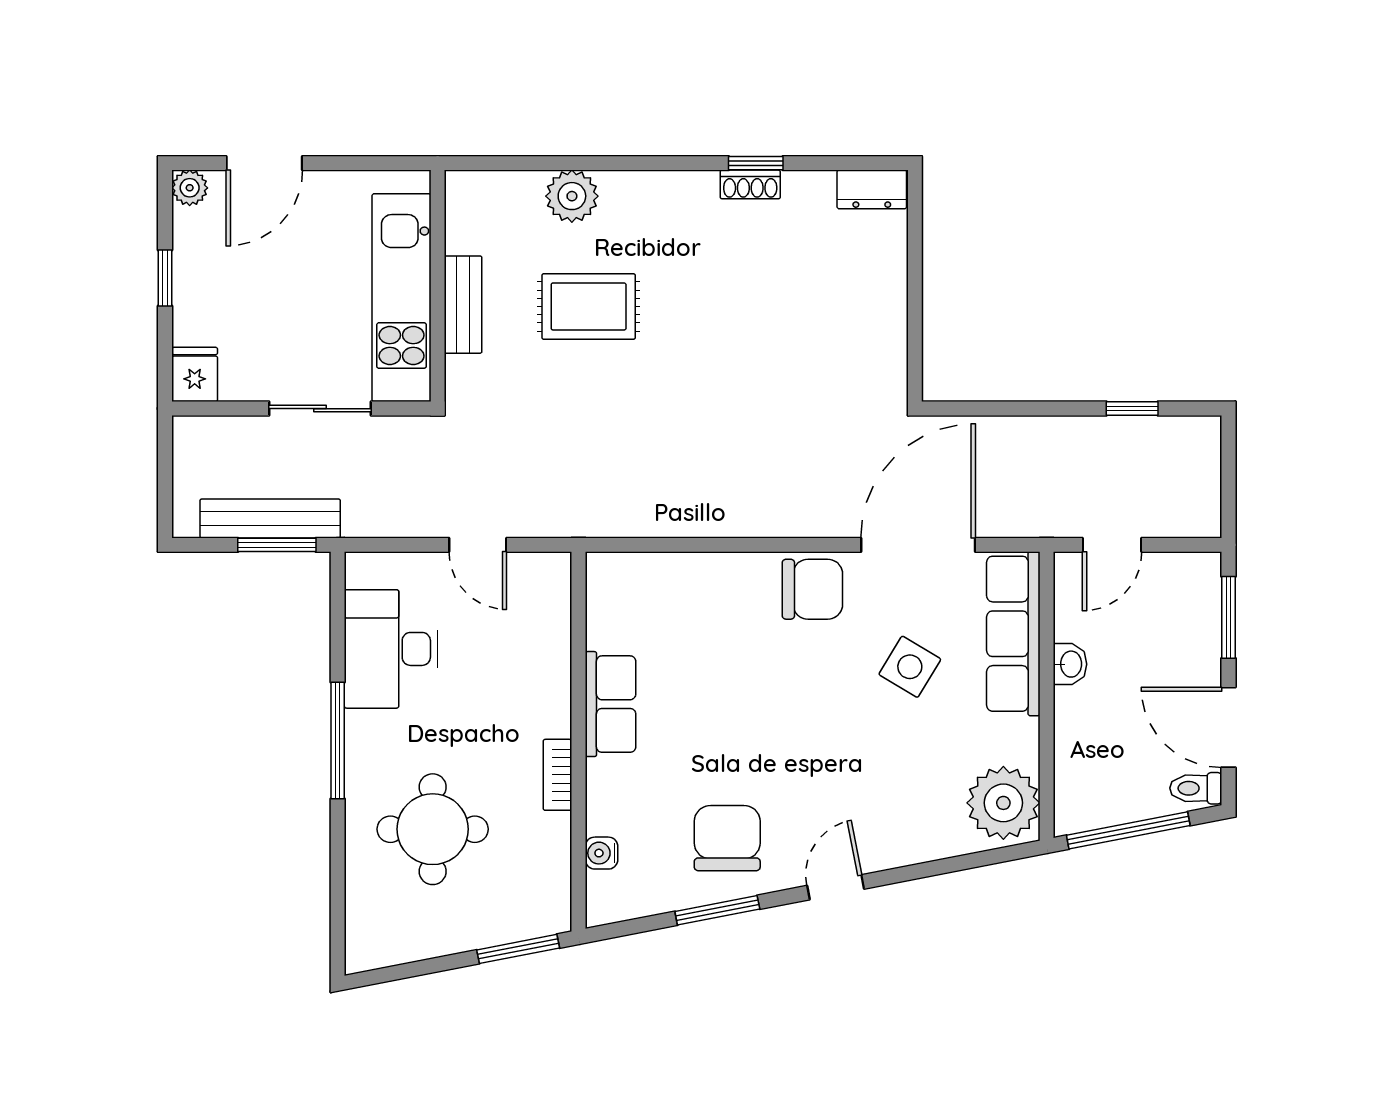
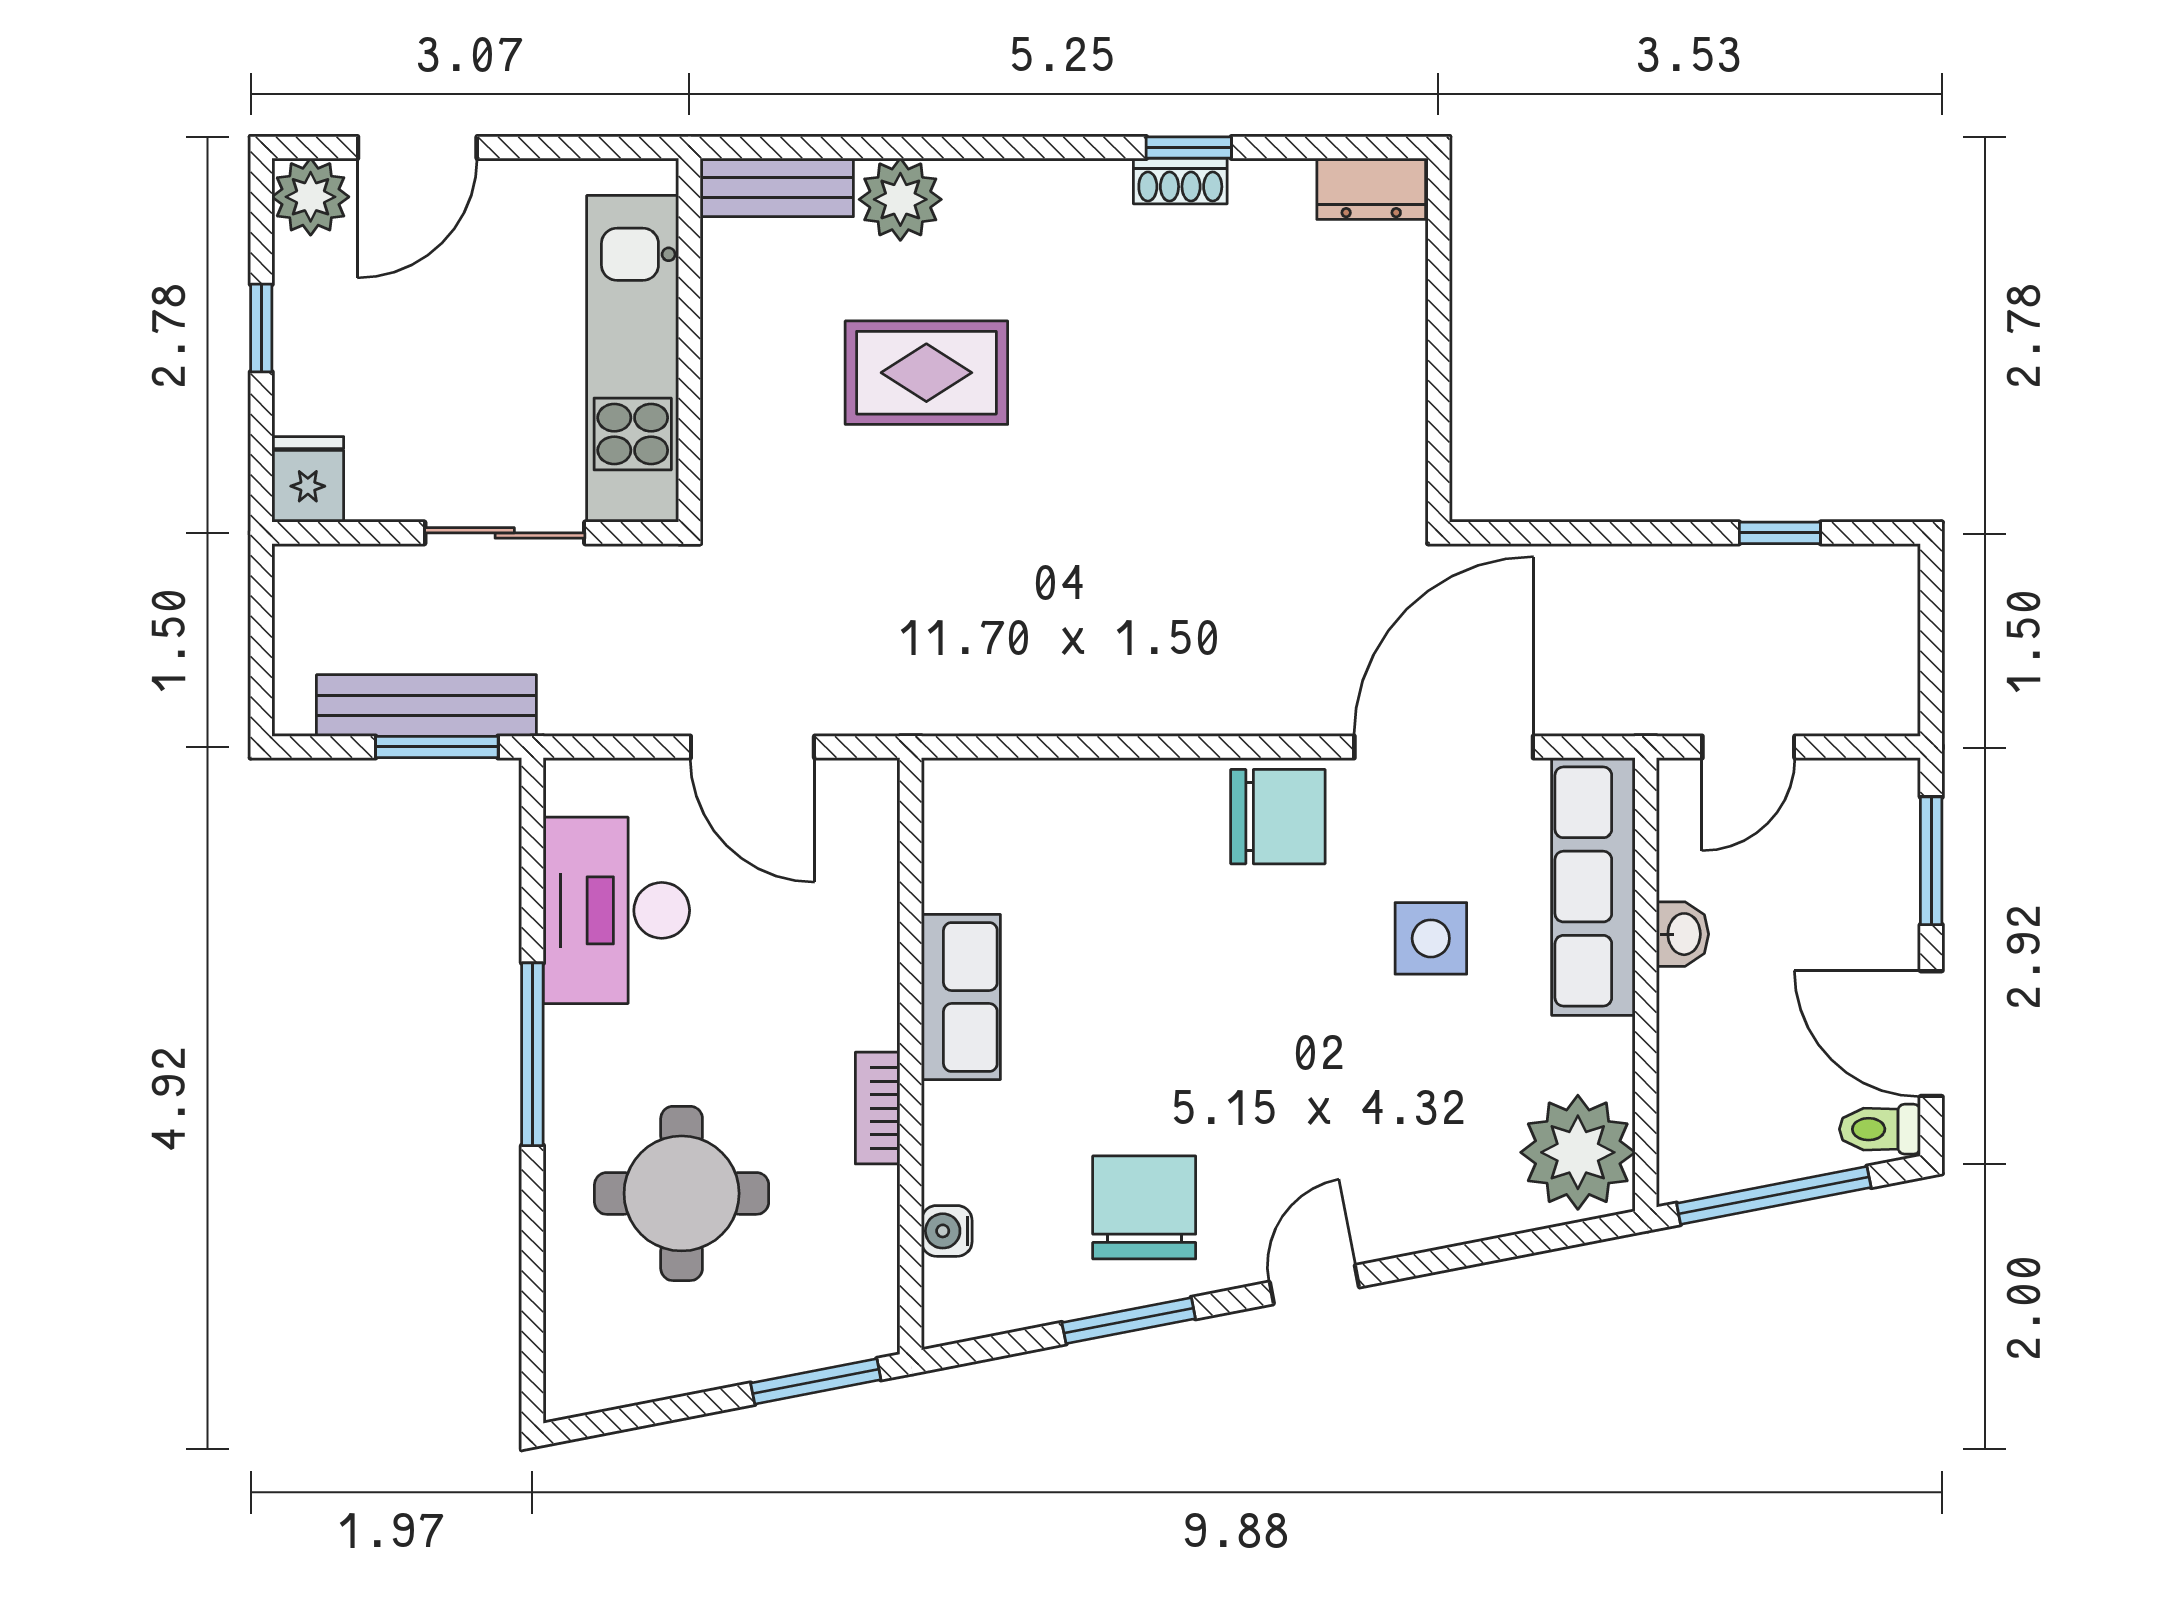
plant: (190, 188) -> (311, 197), width x1.38, depth x1.38
bench: (463, 305) -> (777, 187), moved, turned 90
door: (478, 545) -> (752, 747), width x1.38
side table: (910, 667) -> (1431, 938), turned -31

